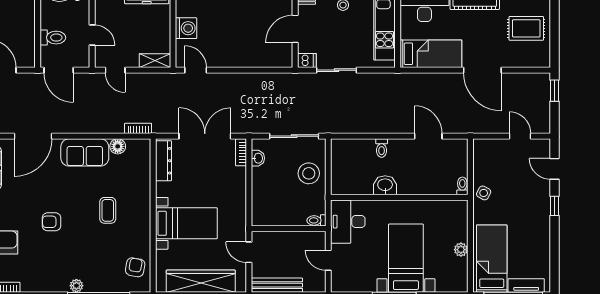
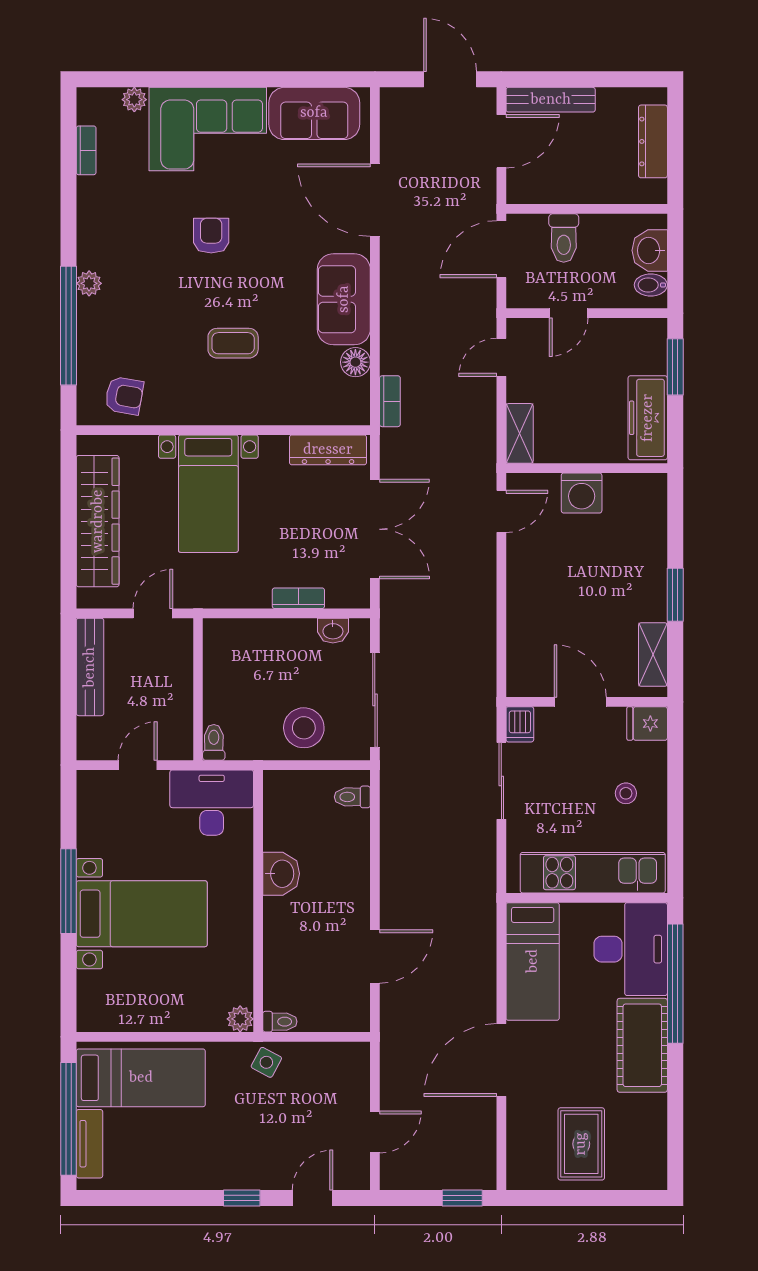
toilet: (382, 148) -> (352, 797), moved
bookcase: (241, 152) -> (298, 598), moved
plant: (461, 250) -> (240, 1019), moved

